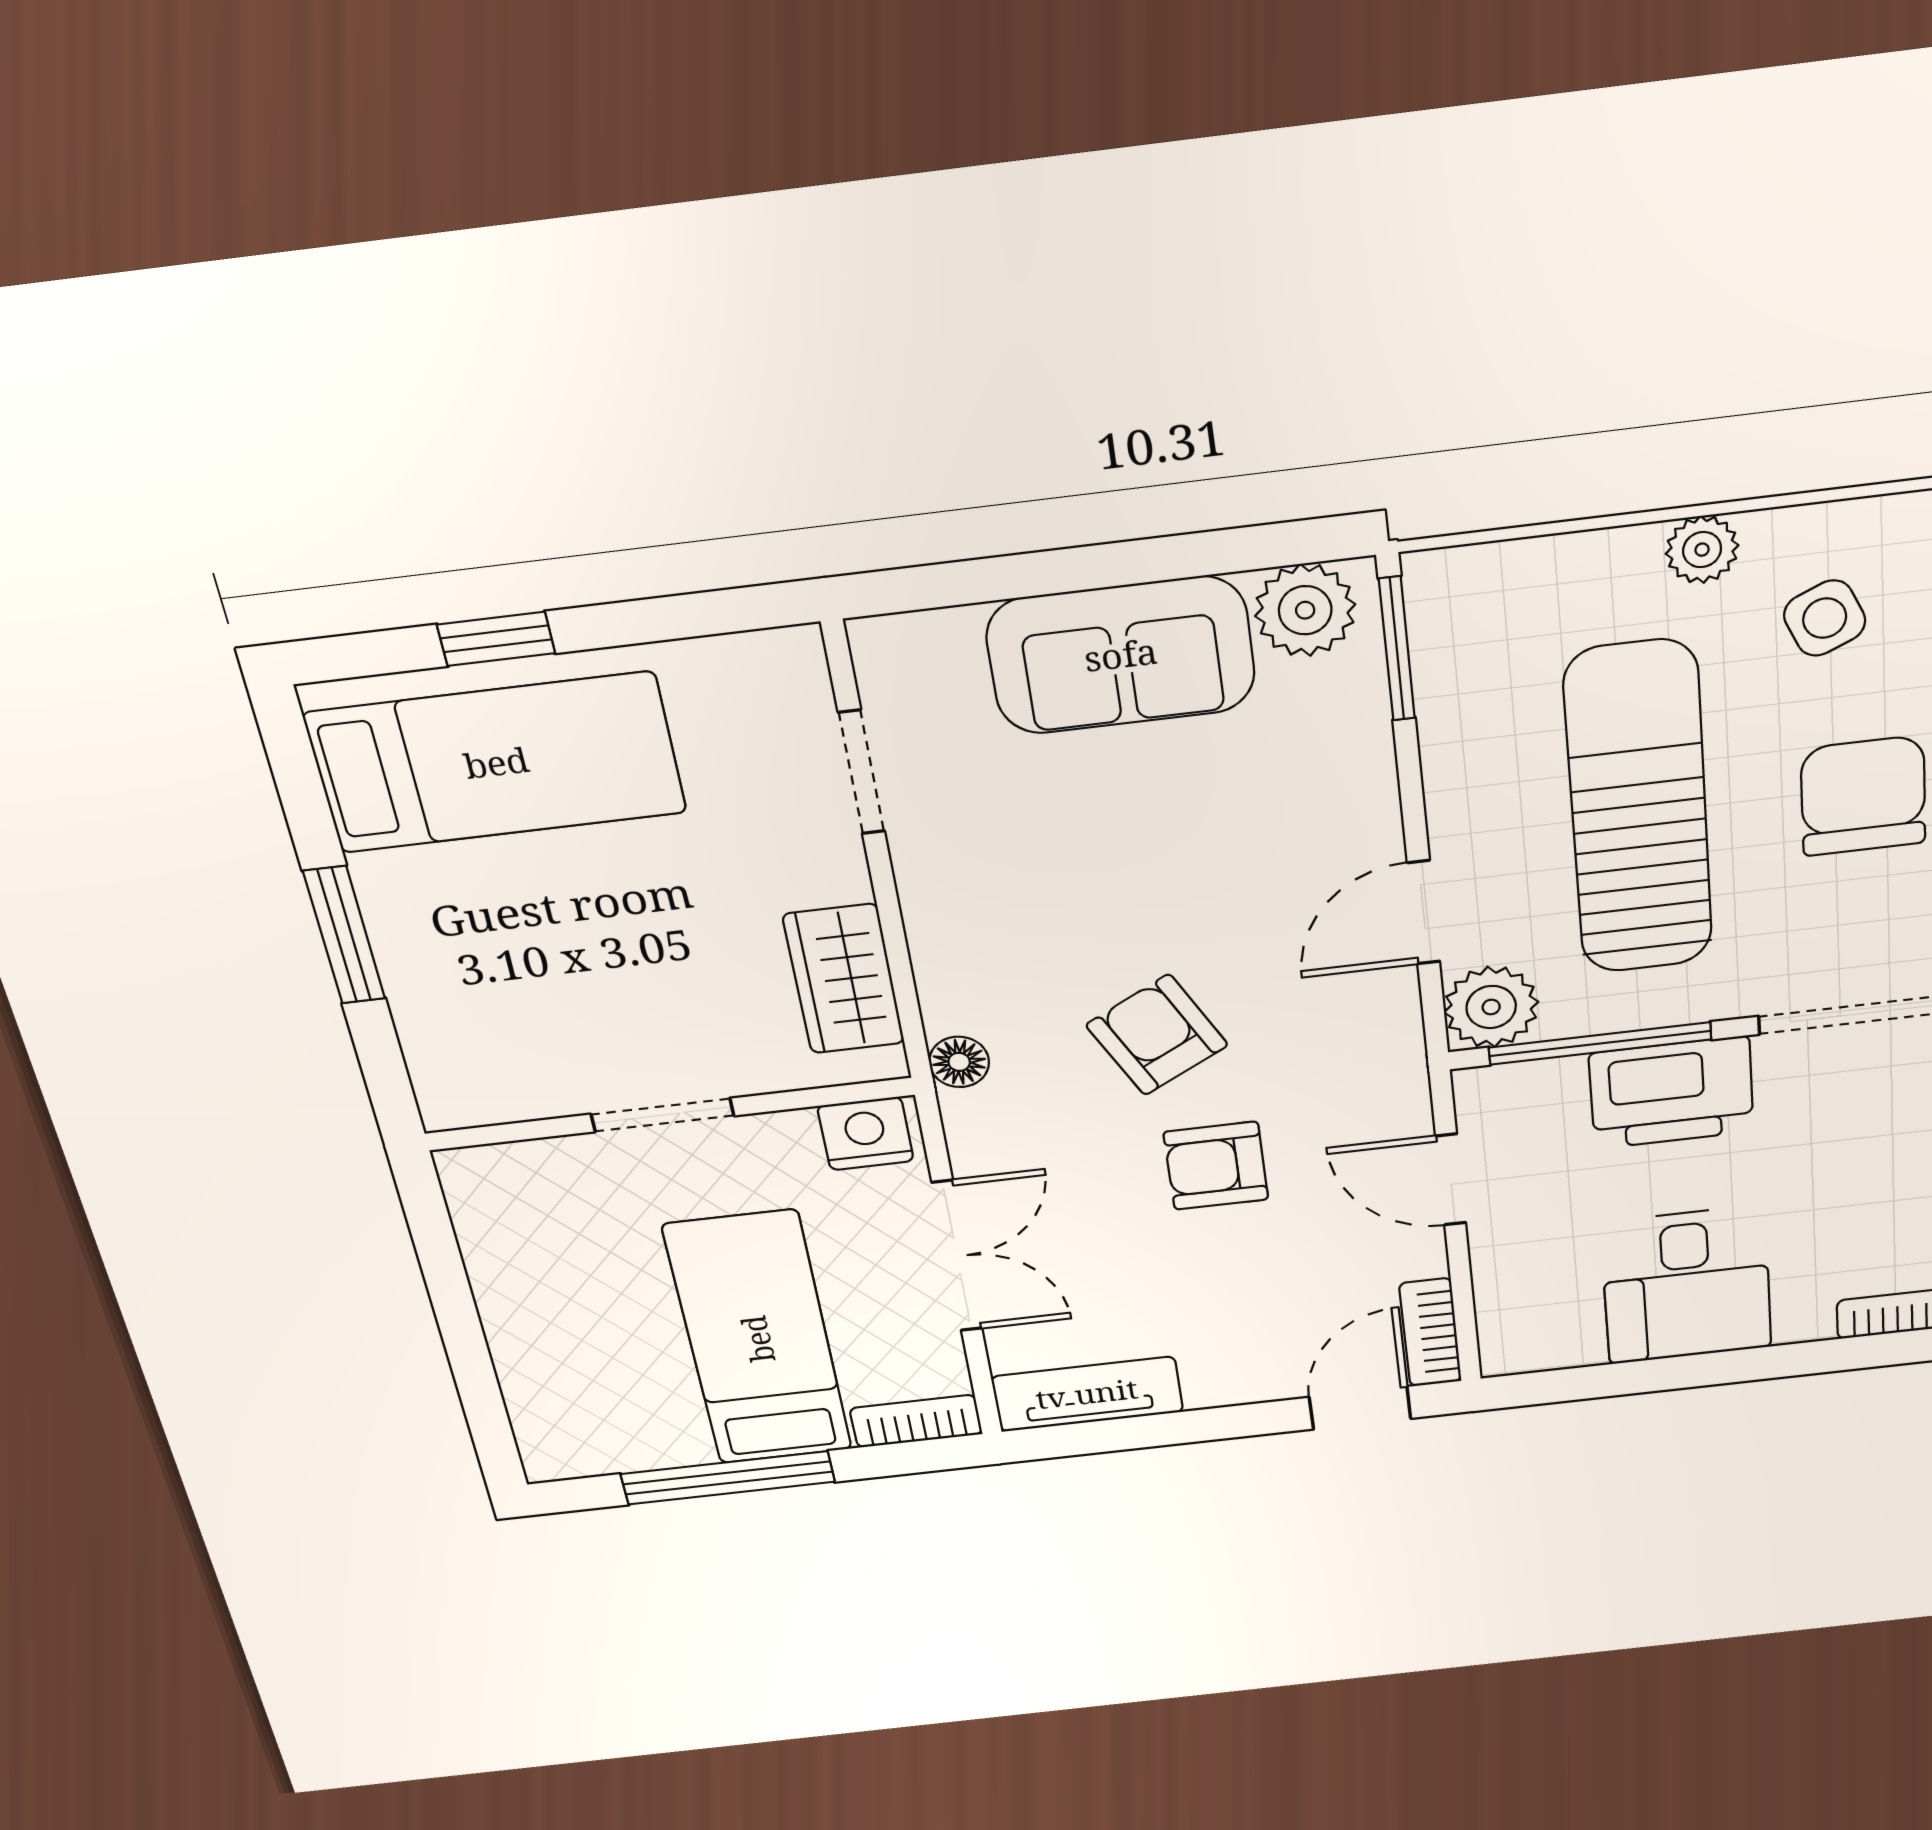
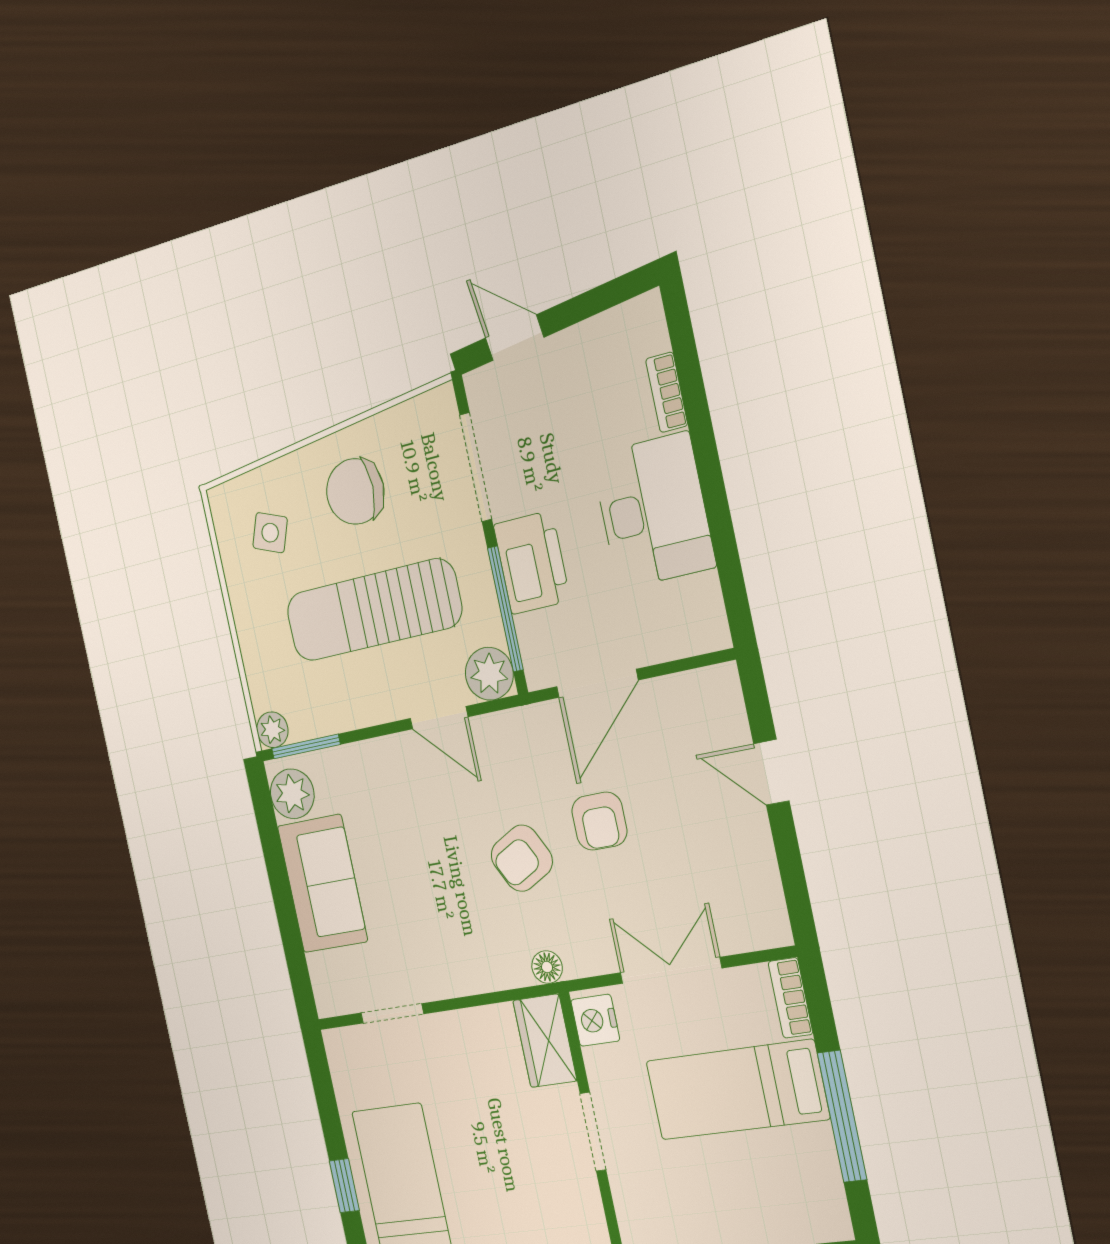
plant: (1702, 550) -> (272, 730), moved
side table: (1825, 618) -> (270, 533), turned 45
wardrobe: (844, 979) -> (545, 1041), moved, turned 90
door: (1451, 1180) -> (597, 683), width x1.38
desk: (1686, 1285) -> (653, 511), width x1.37
bookcase: (1430, 1332) -> (702, 683), removed
tv unit: (1087, 1394) -> (763, 892), removed
door: (1360, 1408) -> (771, 772), moved

